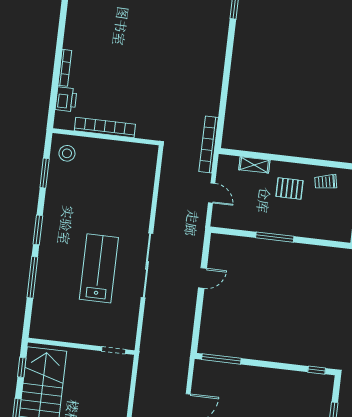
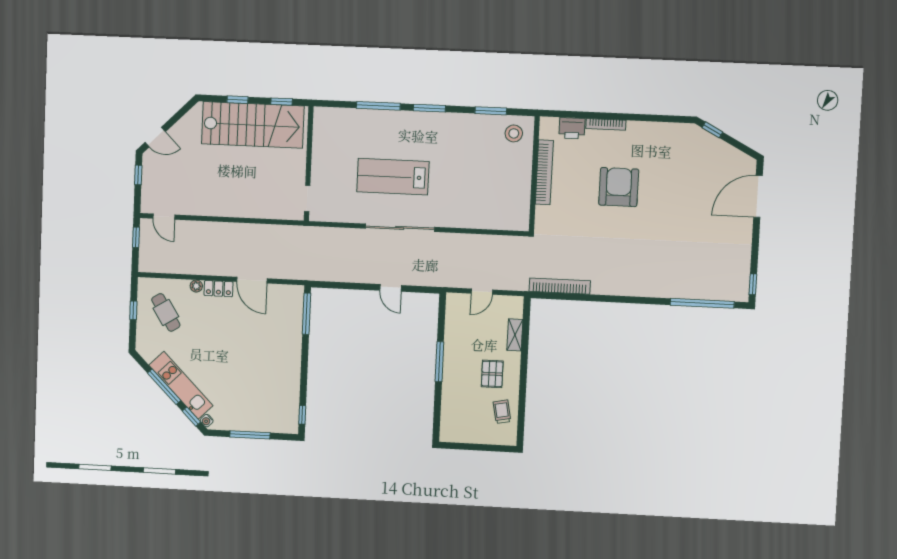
armchair: (123, 60) -> (619, 187), added
bookcase: (209, 145) -> (560, 286), moved
lab bench: (99, 268) -> (393, 177), turned 180

